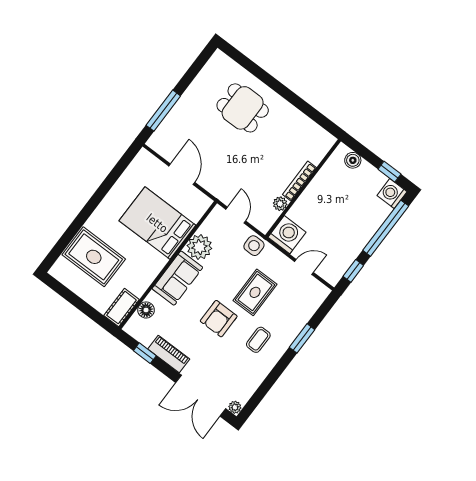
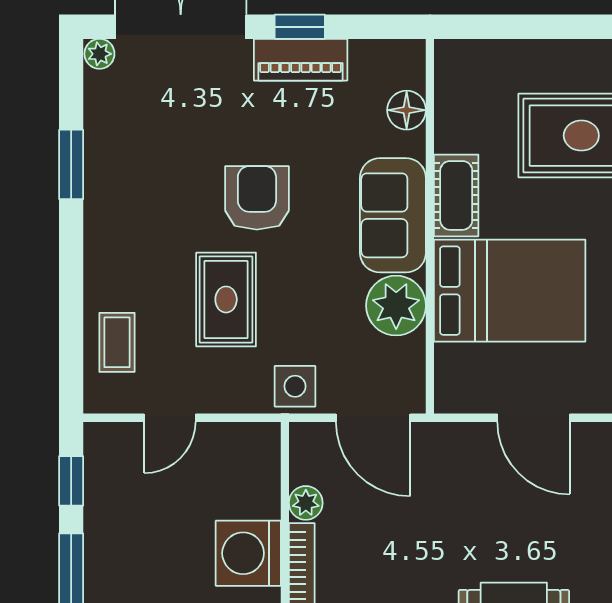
door: (236, 215) -> (373, 418), width x1.38
washing machine: (287, 235) -> (248, 553), moved, turned 90
cot: (122, 308) -> (456, 195), moved
window: (302, 338) -> (71, 164), moved
coffee table: (258, 340) -> (117, 342), moved
window: (145, 353) -> (300, 27), moved

